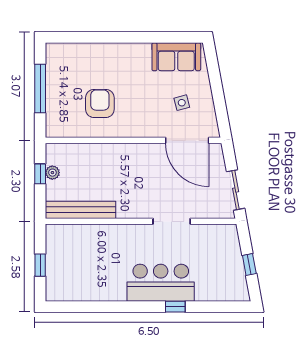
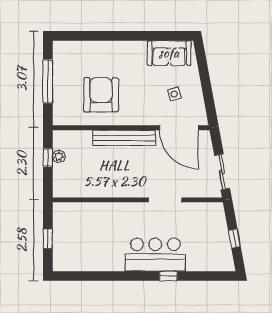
armchair: (100, 103) -> (101, 95), width x1.36, depth x1.36
bench: (80, 210) -> (124, 138), moved

